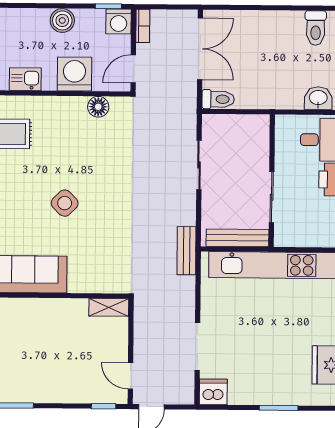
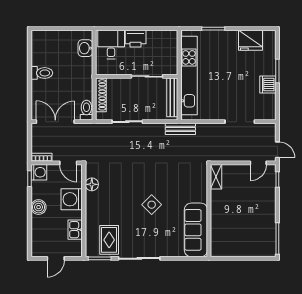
toilet: (316, 28) -> (42, 73), moved
shoe rack: (242, 123) -> (101, 95), added
dishwasher: (213, 392) -> (268, 84), moved

